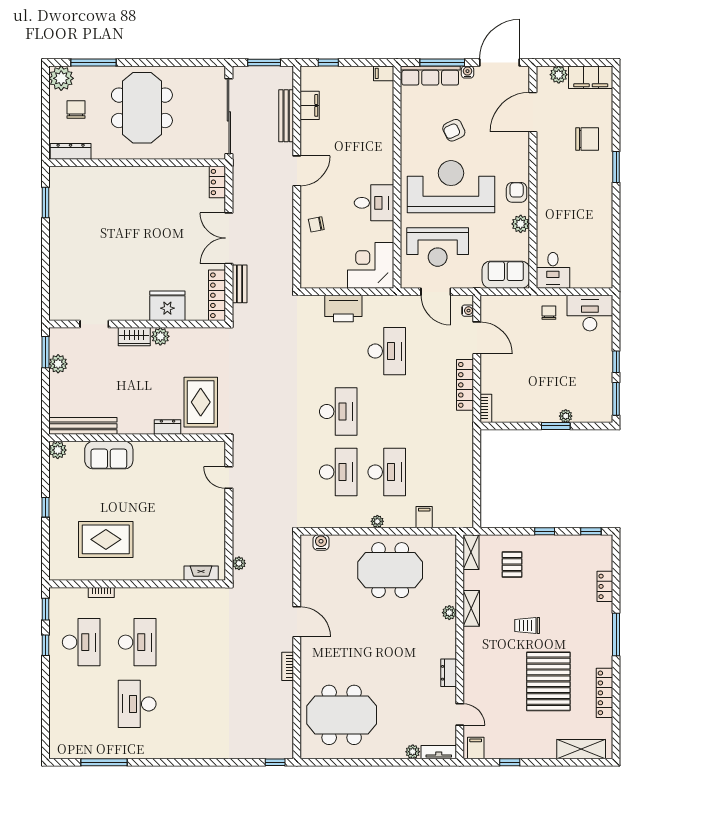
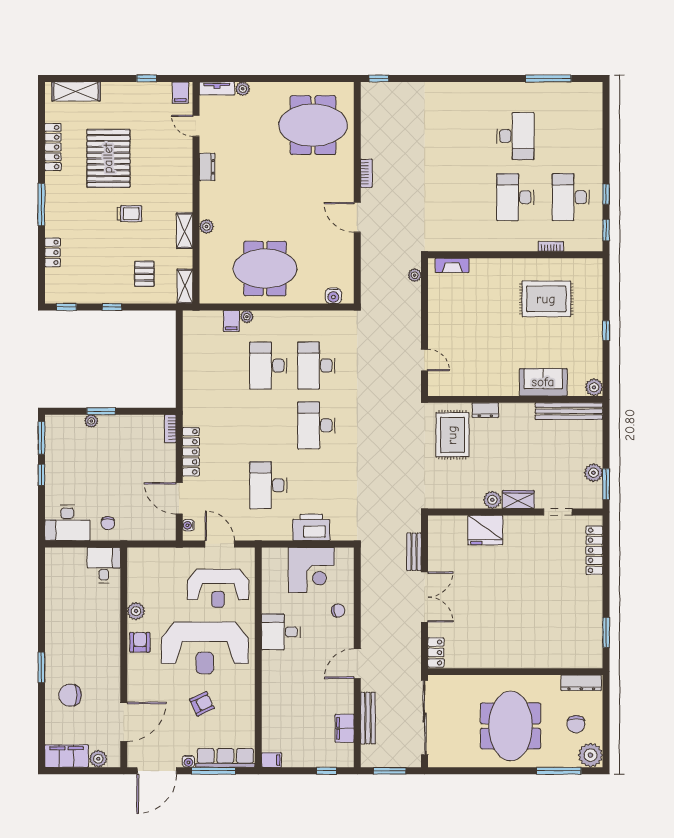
armchair: (517, 192) -> (140, 642), turned 180
reception desk: (438, 247) -> (218, 588), turned 180
corner desk: (371, 265) -> (311, 570), moved
sofa: (506, 275) -> (150, 561), removed
locker: (217, 295) -> (594, 550), moved, turned 180
plant: (377, 521) -> (247, 317), moved

